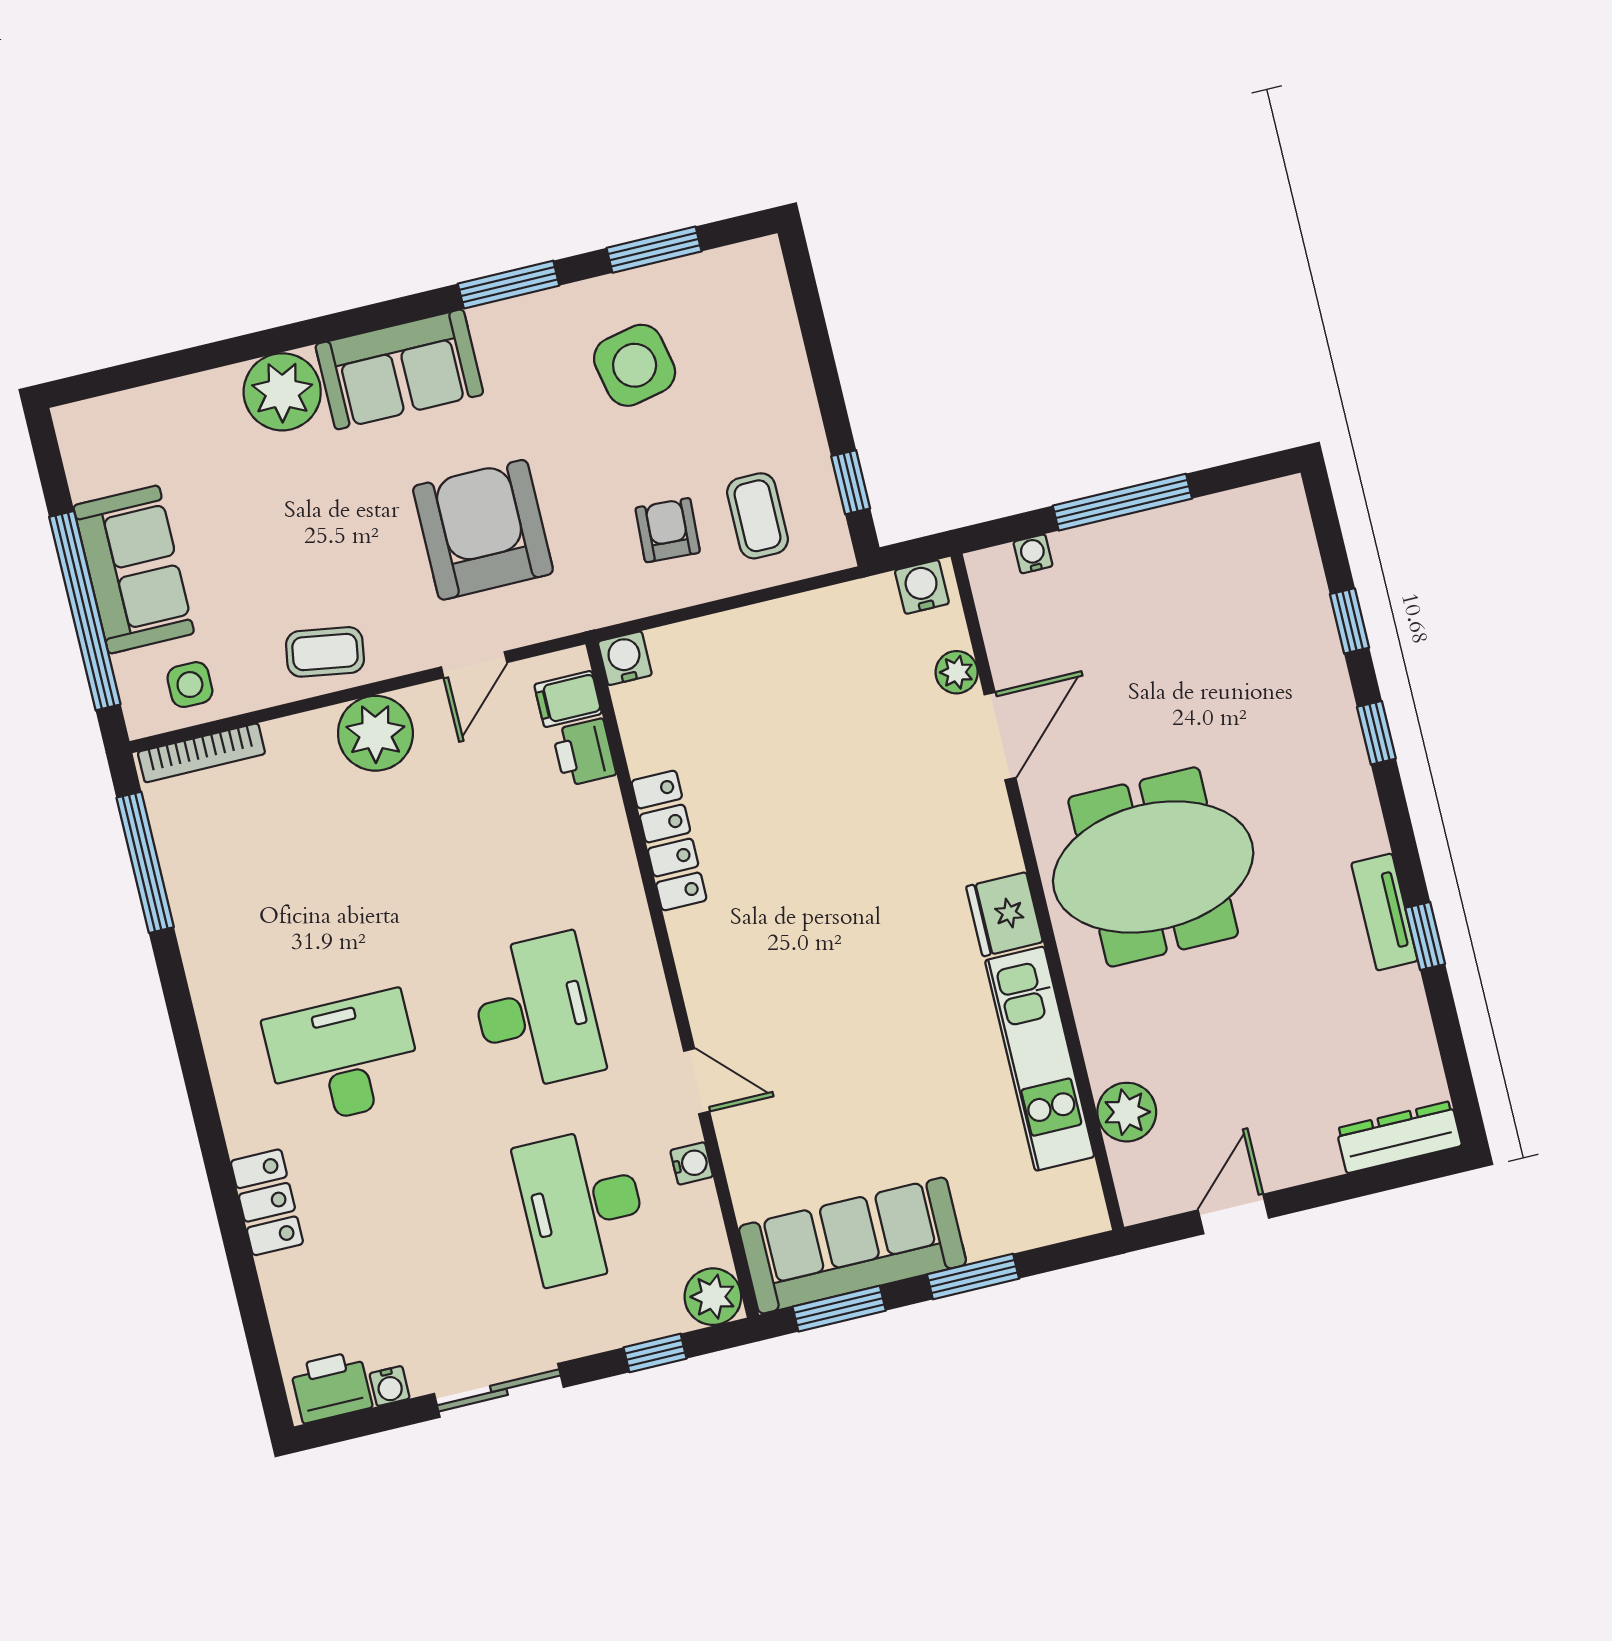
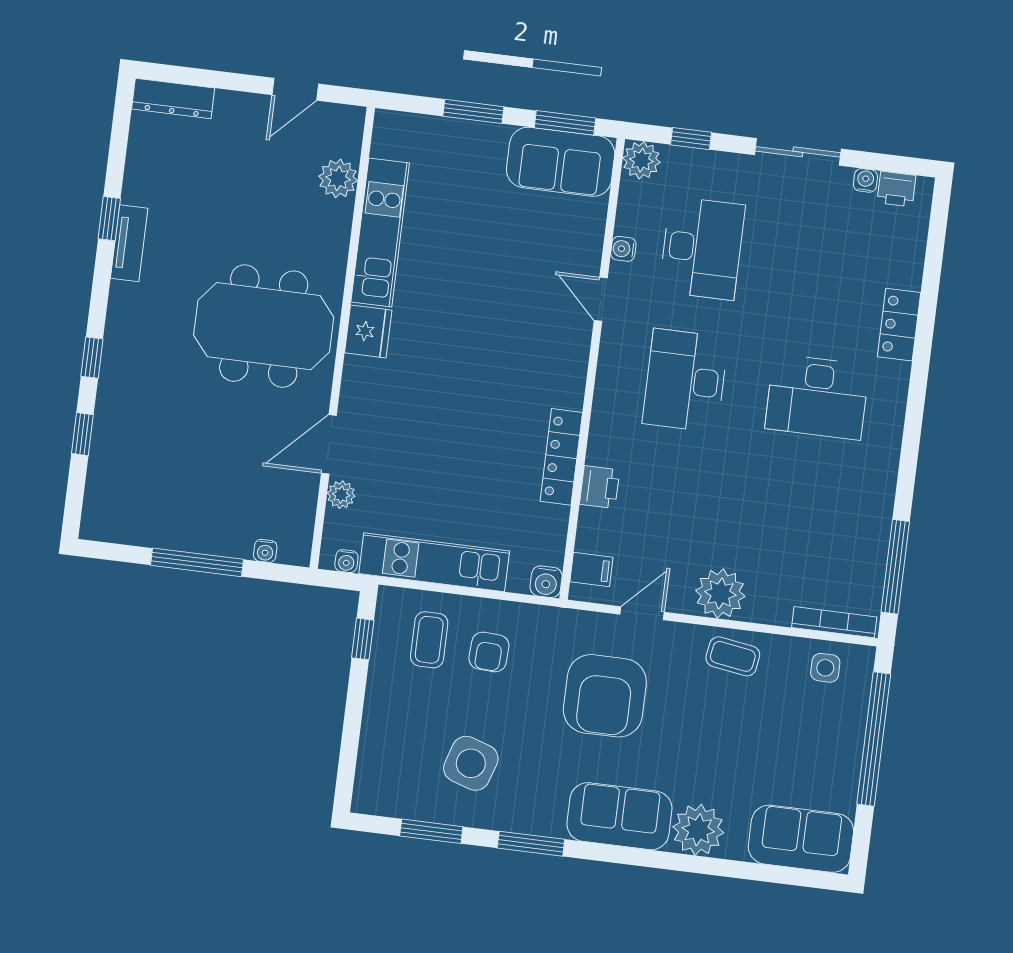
side table: (635, 365) -> (471, 763), turned 30
sofa: (134, 570) -> (801, 839), moved, turned 90
water cooler: (922, 587) -> (346, 561), width x0.72, depth x0.72
kitchen unit: (791, 627) -> (434, 562), added
printer: (584, 752) -> (600, 487), moved
sofa: (853, 1245) -> (561, 162), width x0.73
printer: (331, 1387) -> (896, 189), width x0.73, depth x0.81

